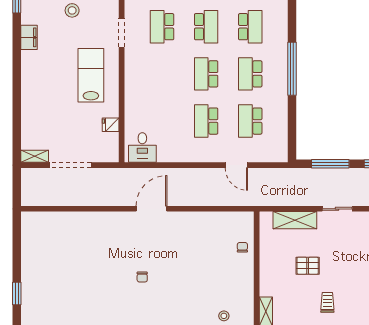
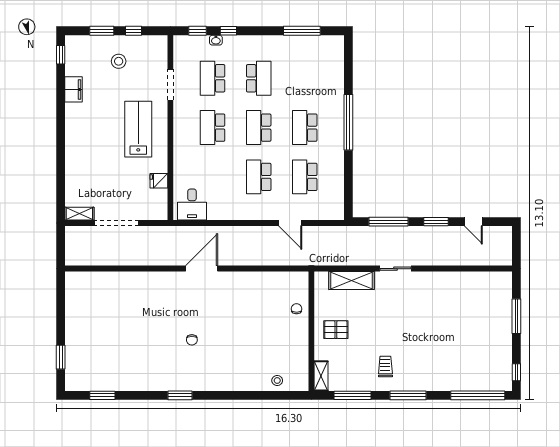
school desk: (250, 27) -> (213, 128), moved, turned 180
pallet: (308, 266) -> (336, 330), moved

